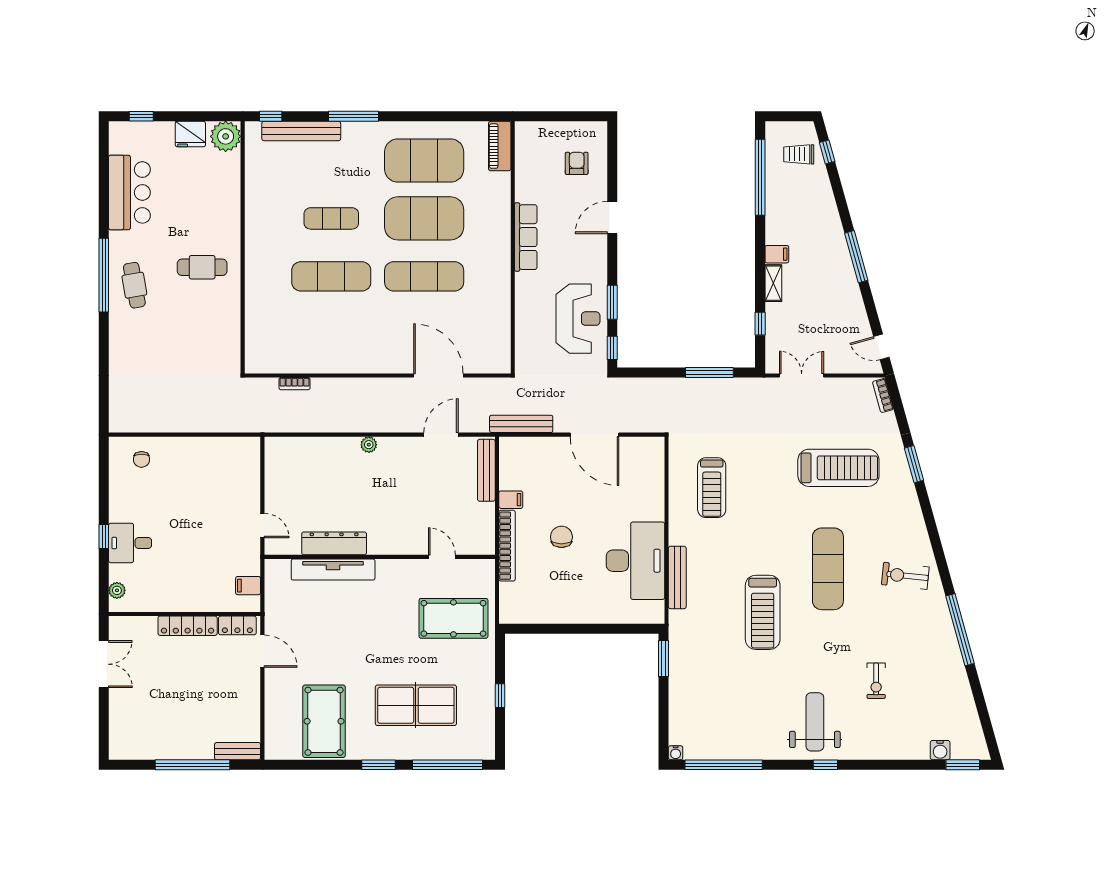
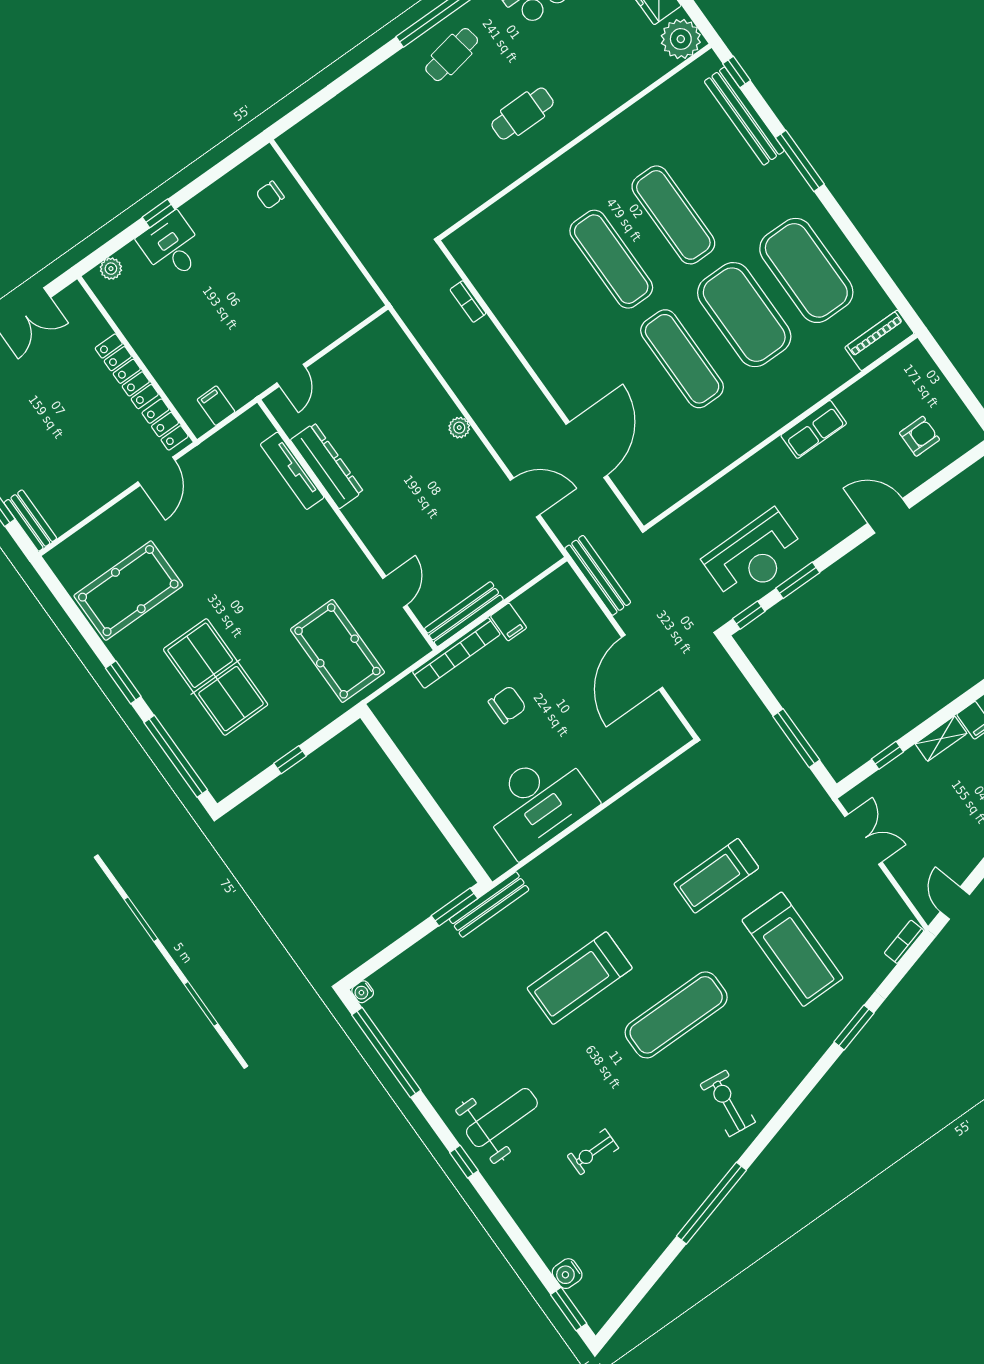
exercise mat: (331, 218) -> (673, 215), width x1.36, depth x1.45
row of seats: (526, 237) -> (814, 429), width x0.68
cafe table: (202, 267) -> (523, 114), turned 90
bench: (486, 470) -> (464, 614), moved
treadmill: (712, 488) -> (716, 876), moved
tv unit: (333, 570) -> (292, 471), width x0.73, depth x0.78
bench: (677, 577) -> (489, 904), moved

